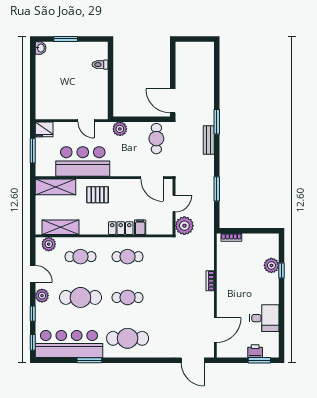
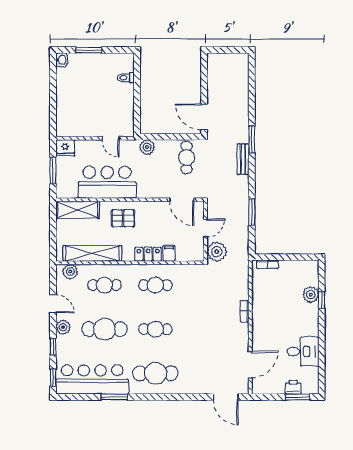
shelving: (61, 227) -> (92, 253), width x1.47

